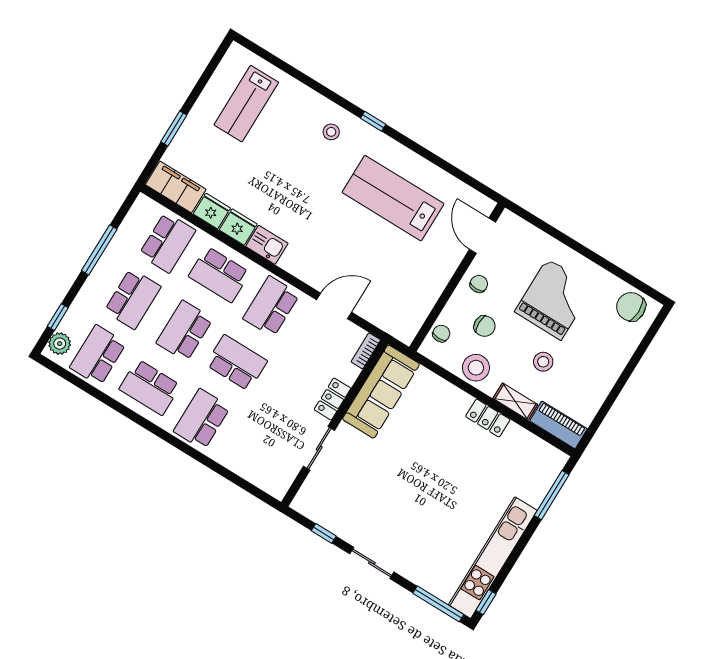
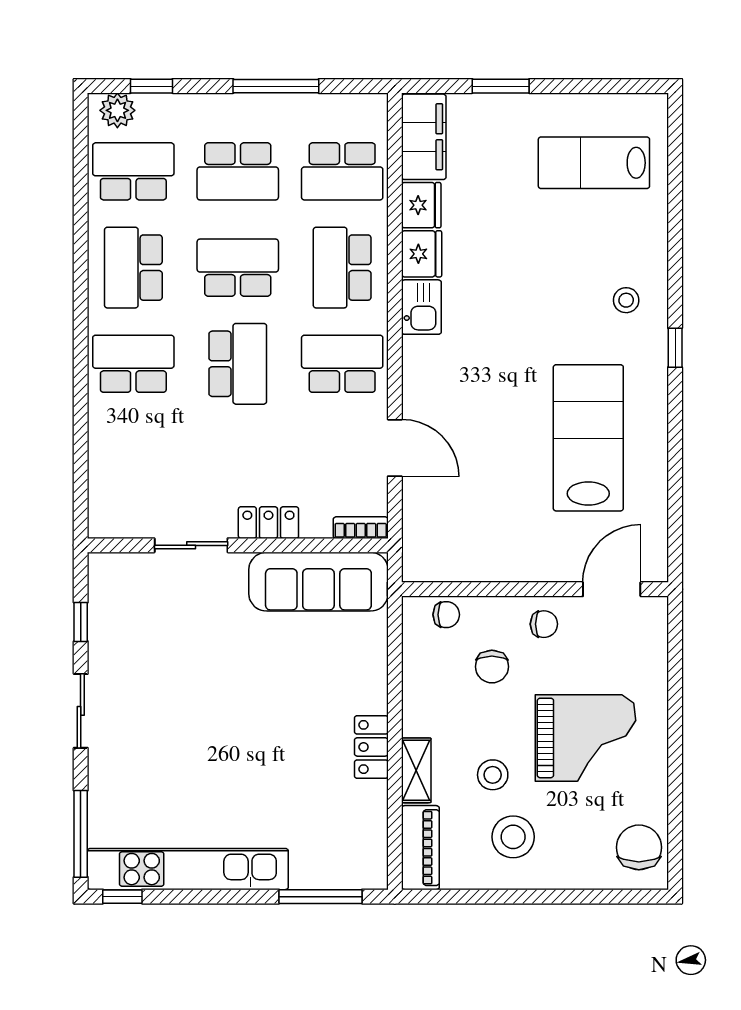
stool: (476, 368) -> (513, 837), moved

